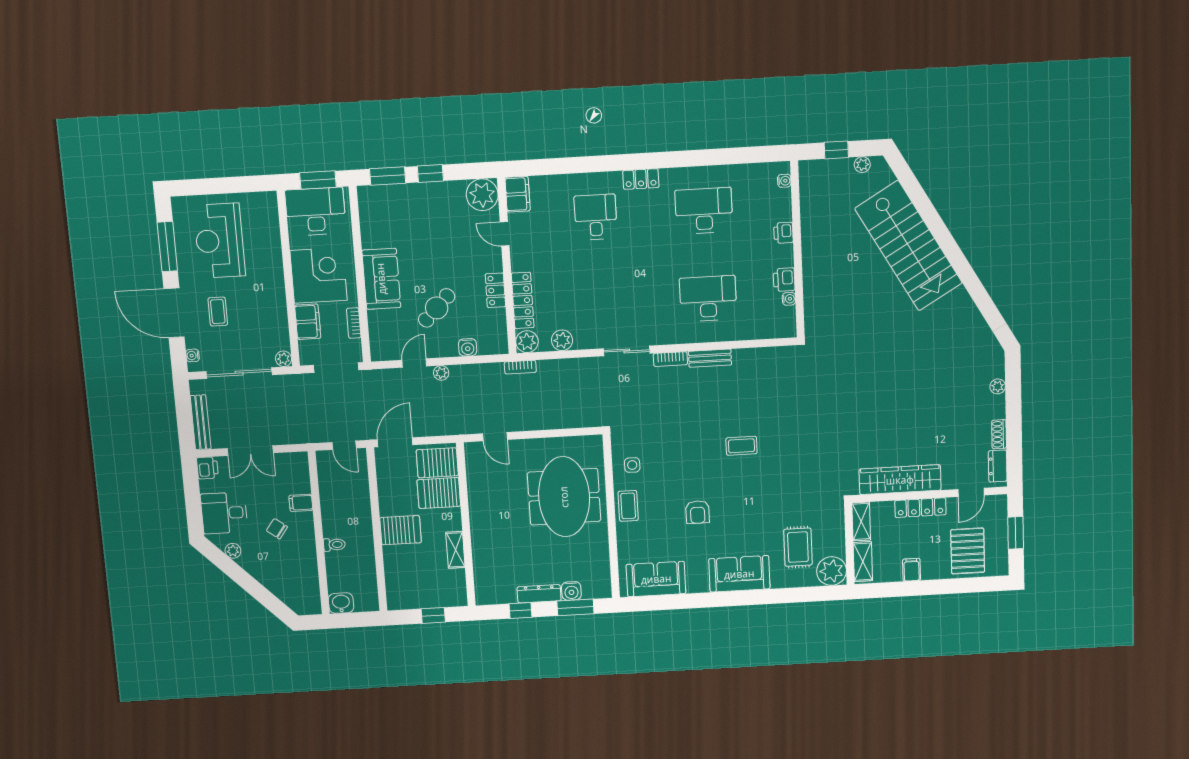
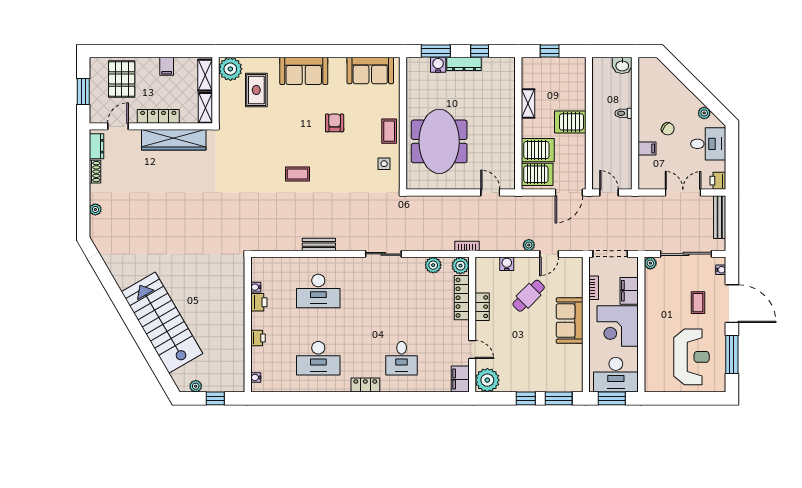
bookcase: (670, 359) -> (350, 246), removed

